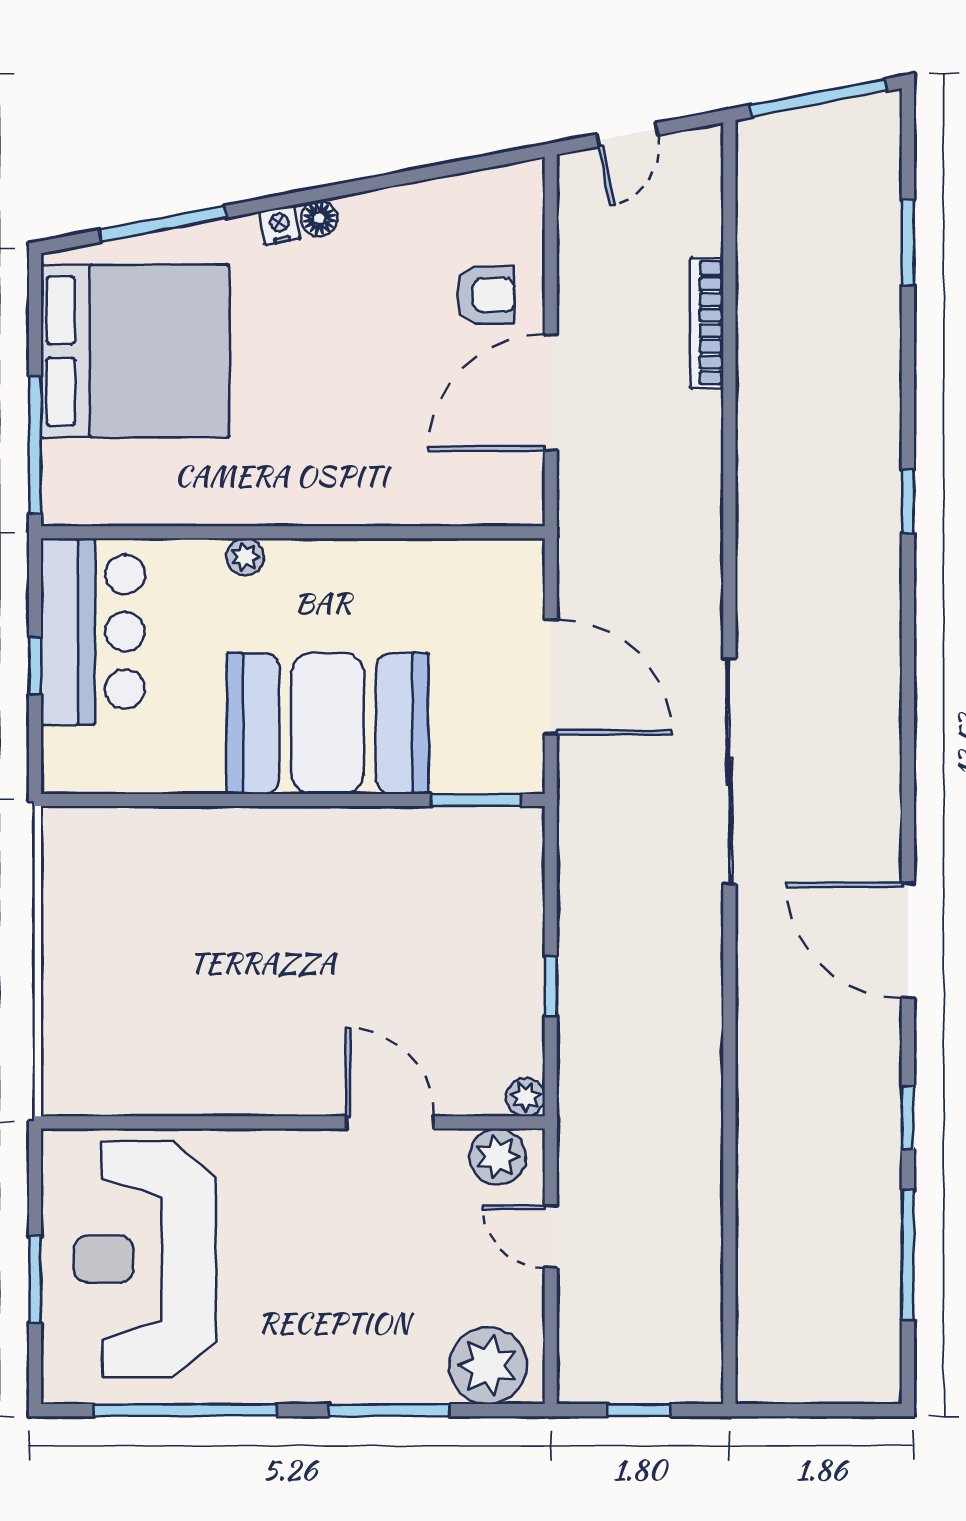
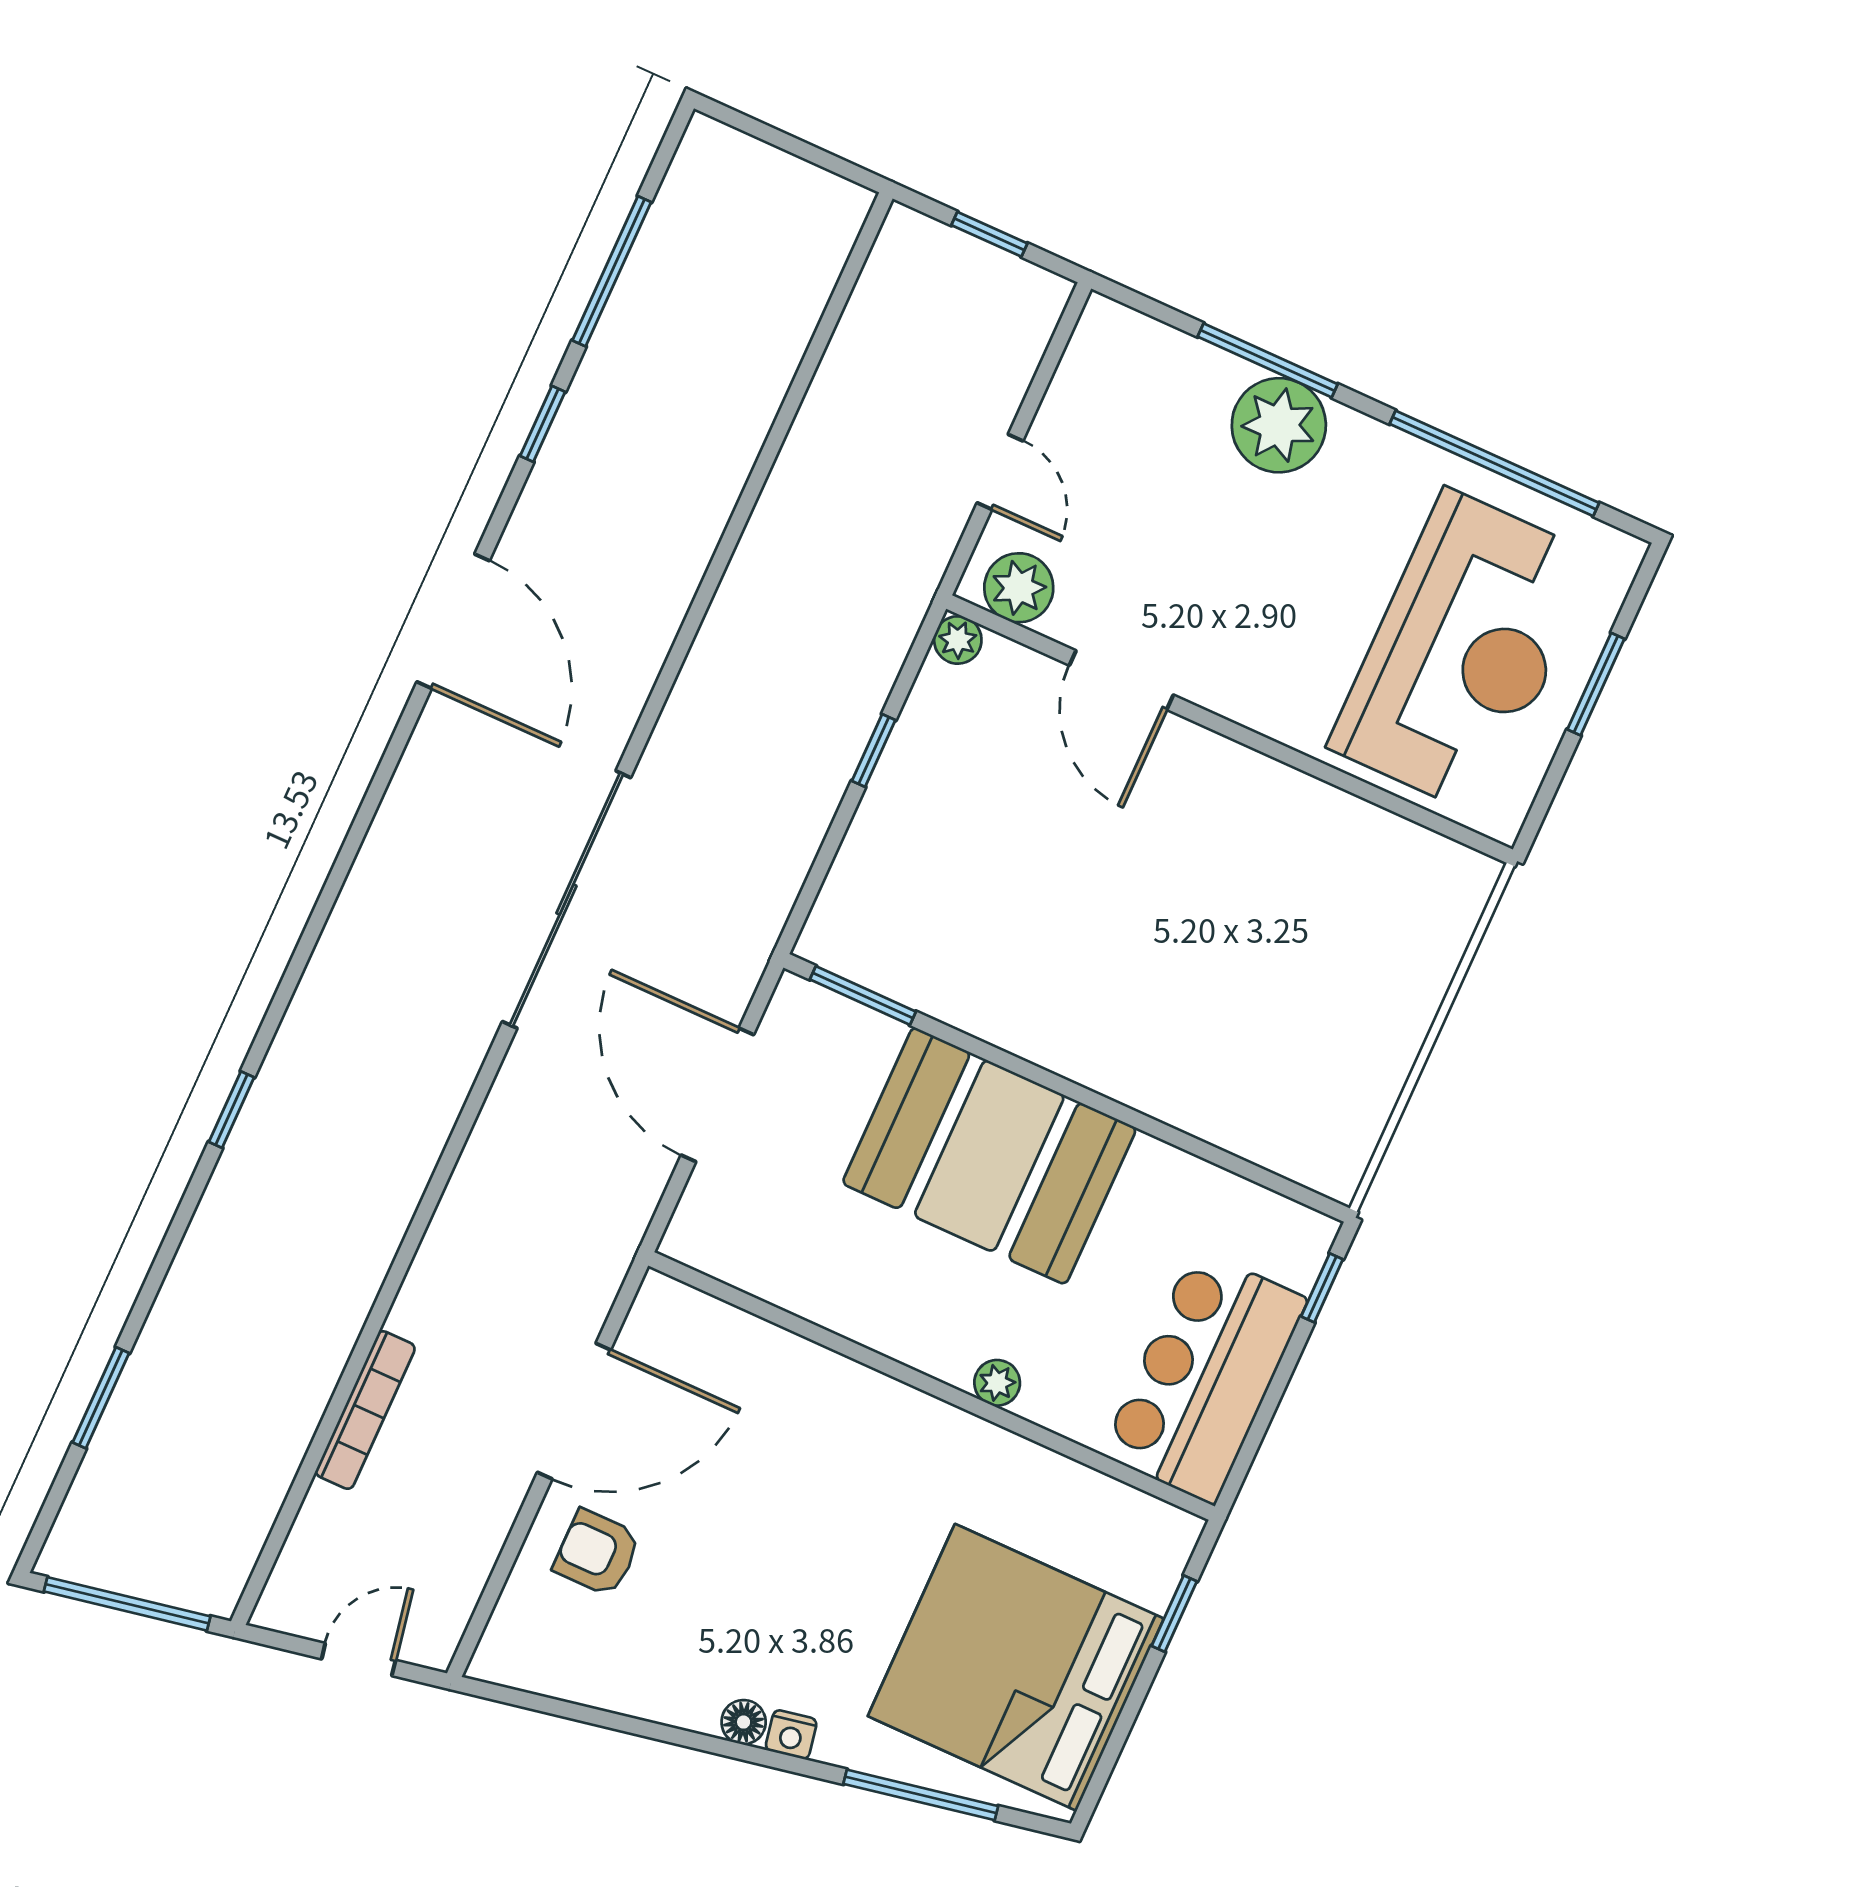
window: (35, 445) -> (1174, 1614), width x0.46
window: (35, 666) -> (1322, 1288), moved
plant: (488, 1366) -> (1279, 425), moved

